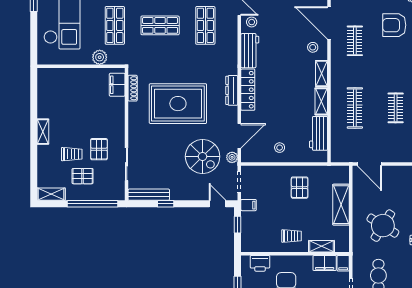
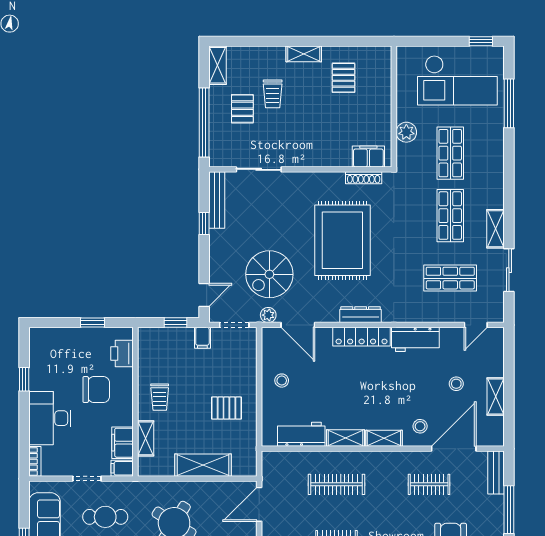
stool: (252, 22) -> (456, 384), moved
shop shelf: (115, 25) -> (450, 153), turned 90
pallet: (99, 149) -> (344, 78), moved, turned 90

